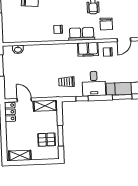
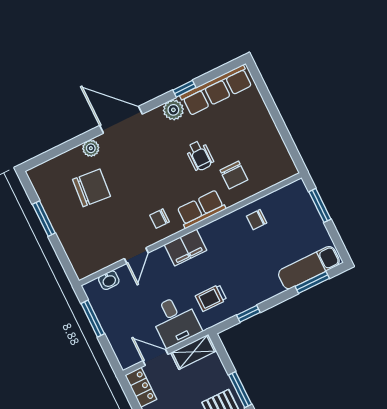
door: (124, 40) -> (136, 256), moved
filing cabinet: (88, 49) -> (185, 248), moved
desk: (94, 84) -> (175, 321), moved

